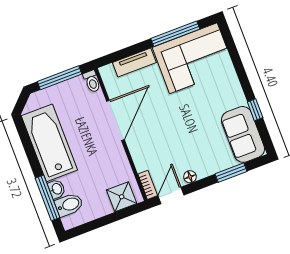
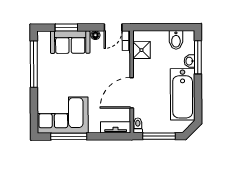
tv unit: (134, 63) -> (116, 127), moved
window: (255, 110) -> (34, 64), width x3.17
sofa: (243, 134) -> (70, 42), moved, turned 90
shower: (122, 197) -> (141, 50), moved
bidet: (69, 205) -> (176, 40), moved, turned -90

